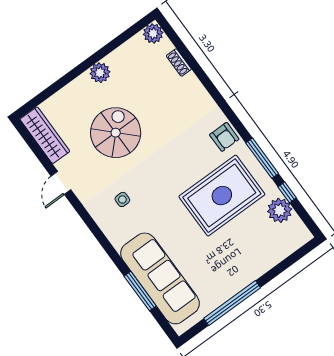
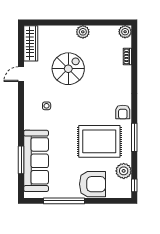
window: (287, 192) -> (134, 185), moved
armchair: (253, 256) -> (92, 184), added

